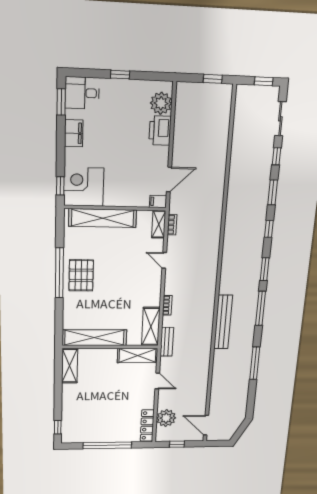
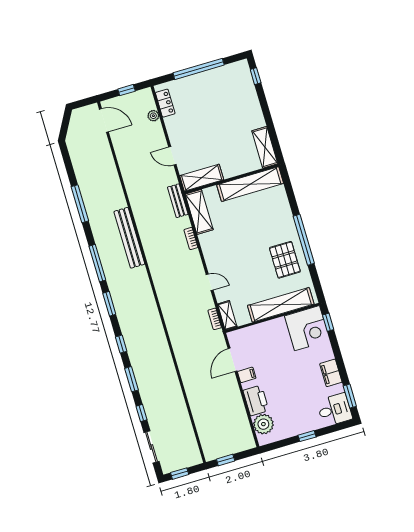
filing cabinet: (158, 201) -> (247, 375), moved
pallet: (81, 275) -> (285, 260), moved
plant: (166, 418) -> (153, 116), width x0.53, depth x0.53
locker: (147, 425) -> (165, 103), width x0.66

